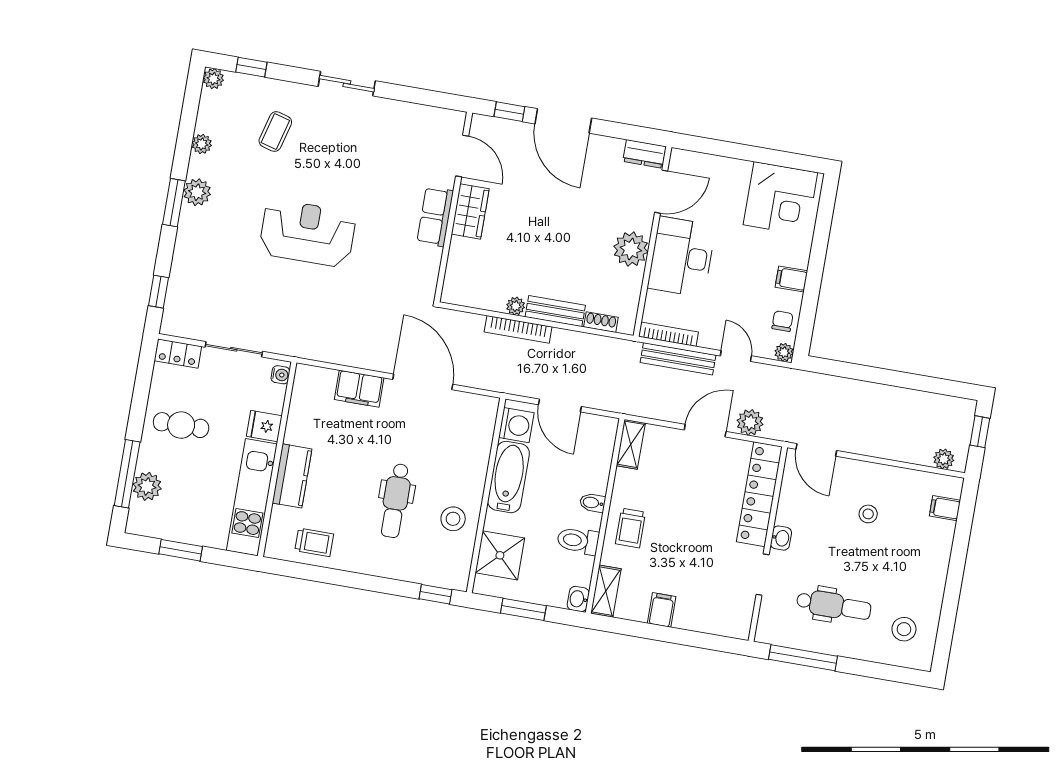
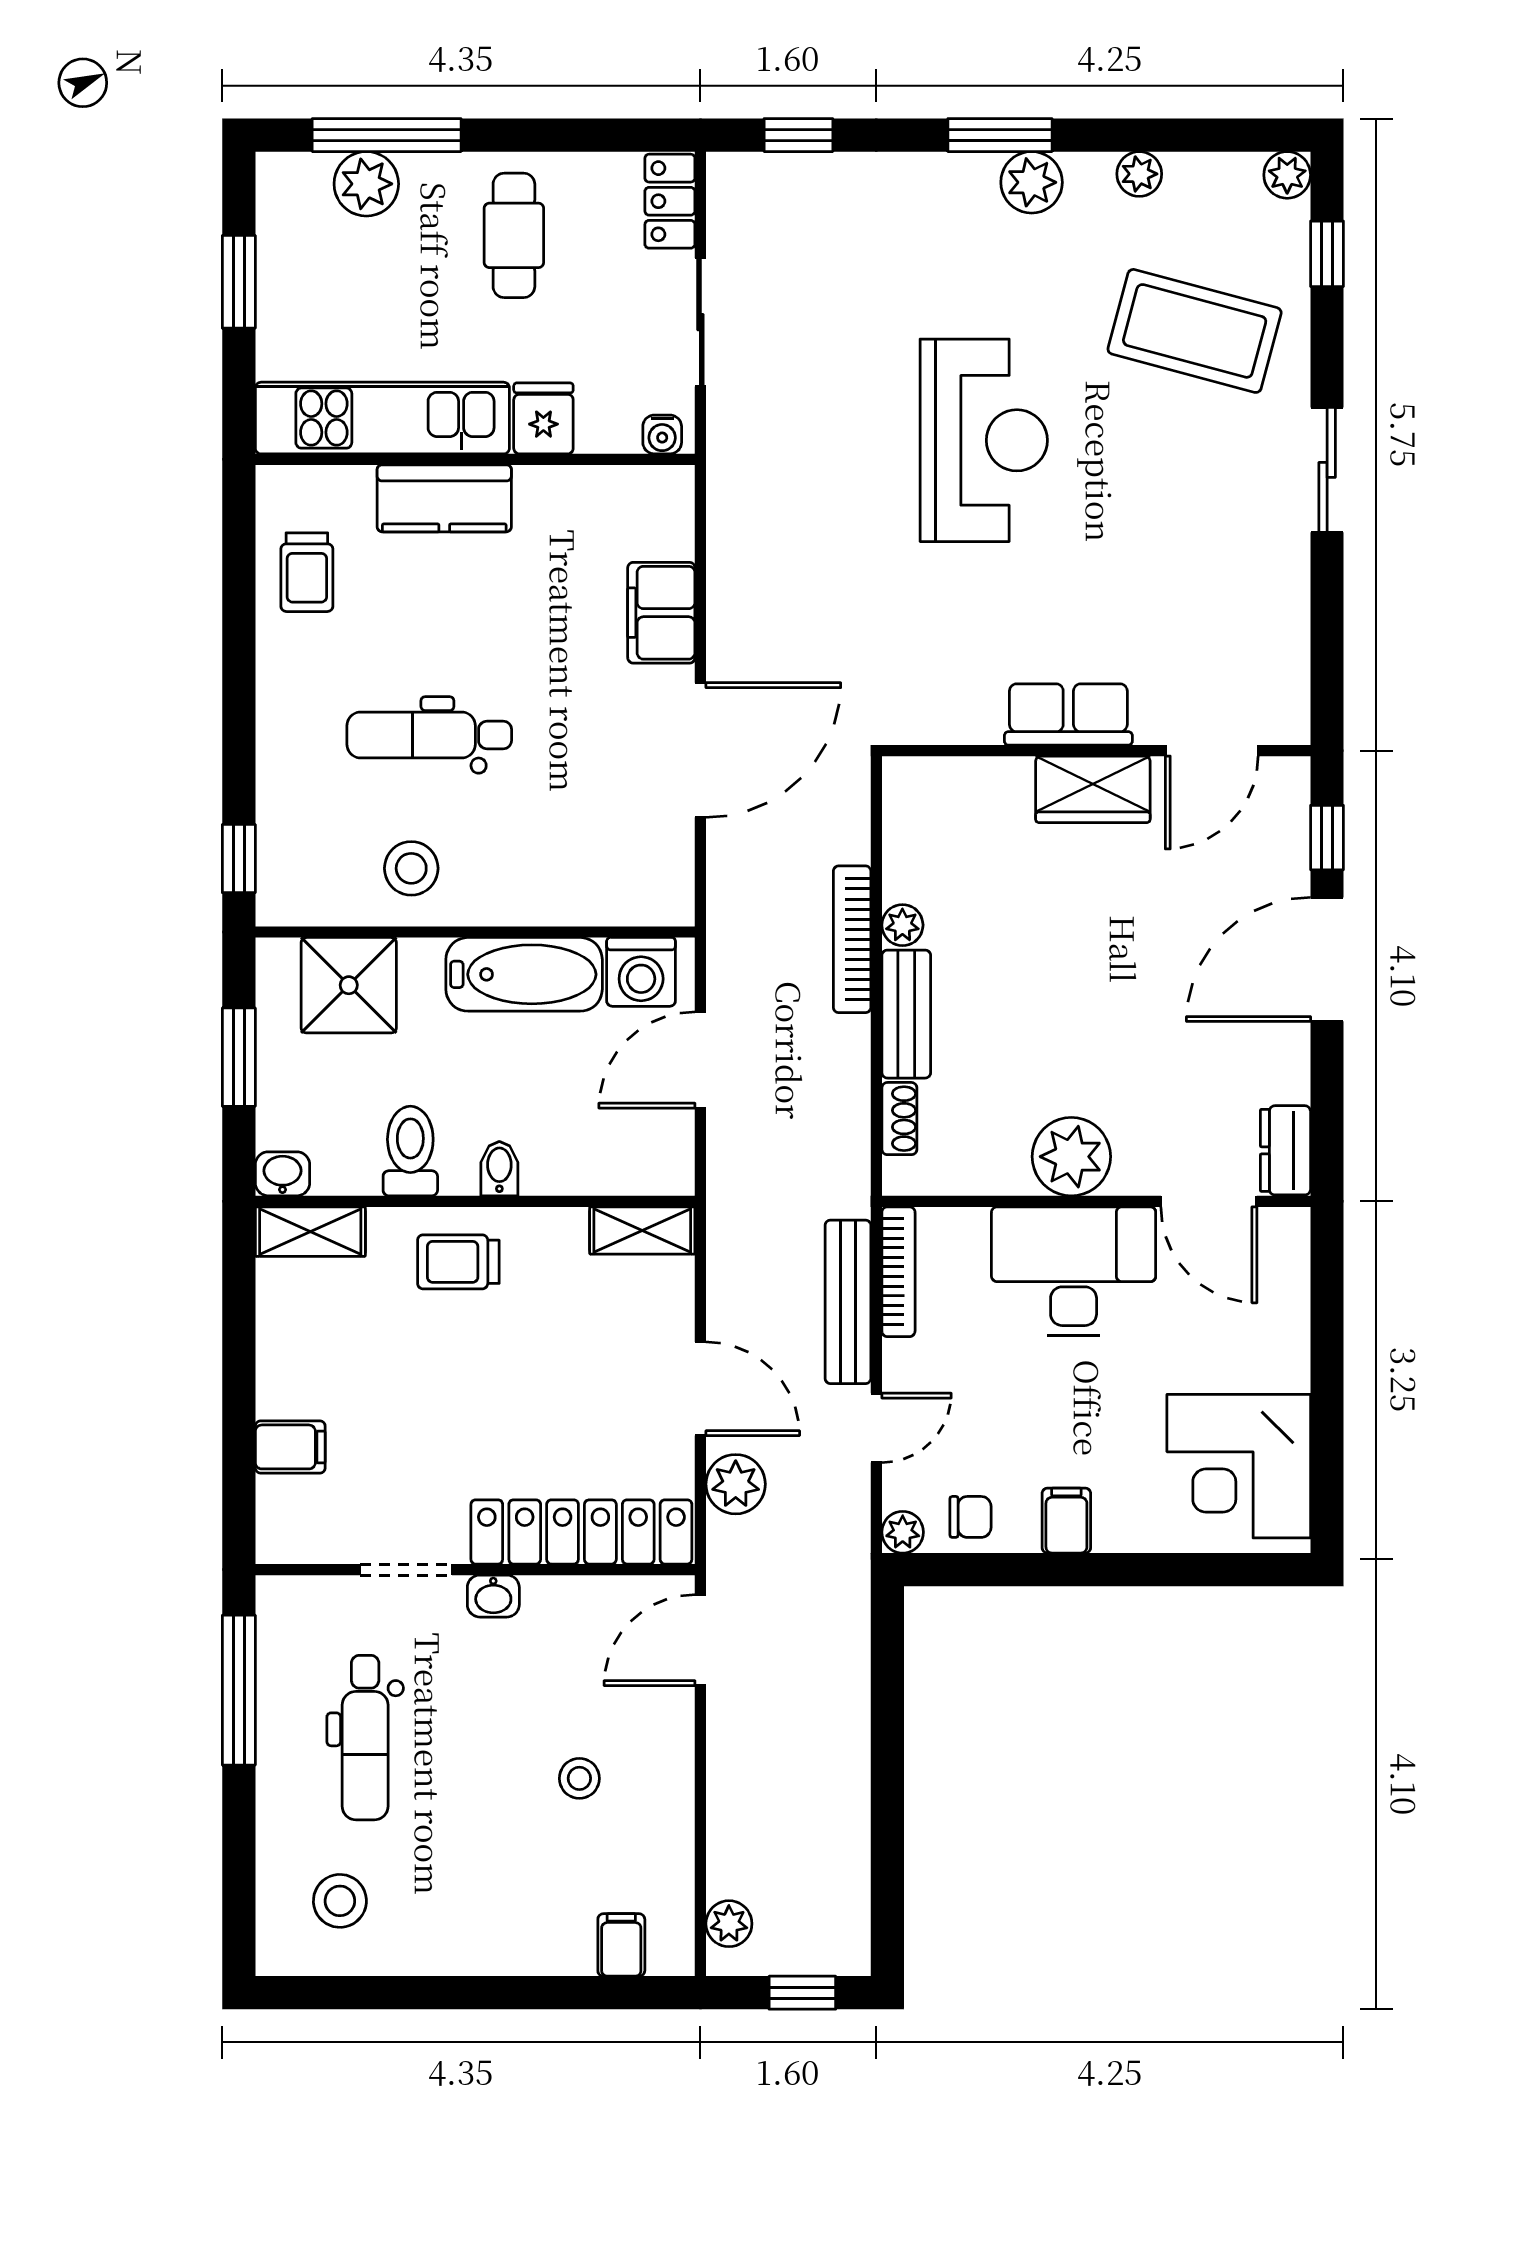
coffee table: (275, 132) -> (1195, 331), width x1.86, depth x1.72
filing cabinet: (662, 610) -> (290, 1447), moved

